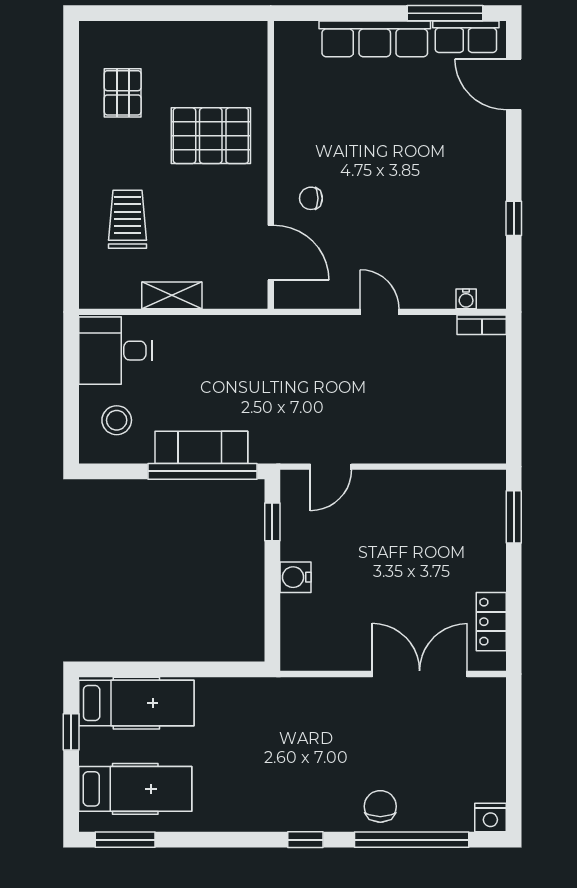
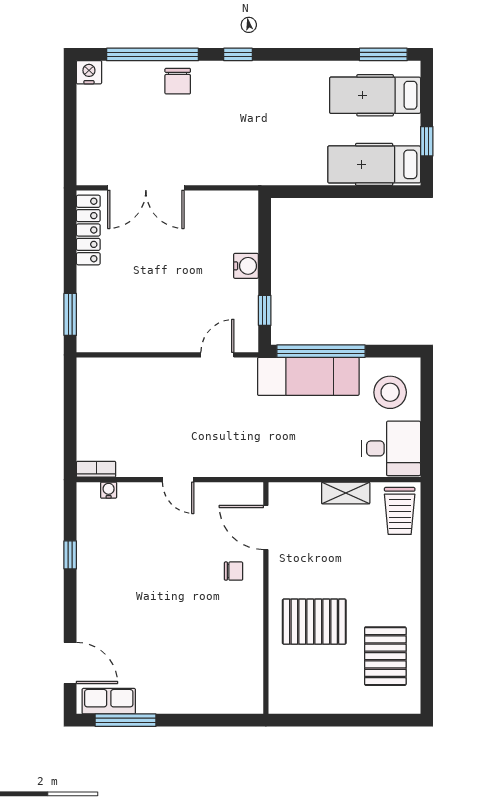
row of seats: (375, 39) -> (182, 699), removed
pallet: (123, 93) -> (385, 656), width x1.50, depth x1.42
trolley: (128, 219) -> (400, 511), moved
stool: (117, 420) -> (390, 392), width x1.38, depth x1.38
exam couch: (201, 447) -> (308, 376), width x1.36, depth x1.45
locker: (491, 622) -> (88, 230), width x1.53

